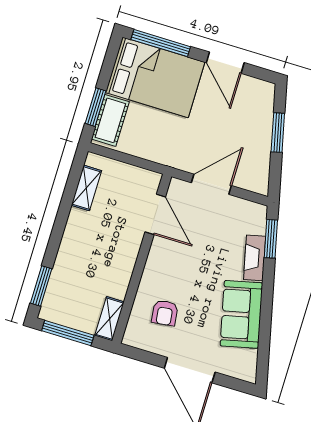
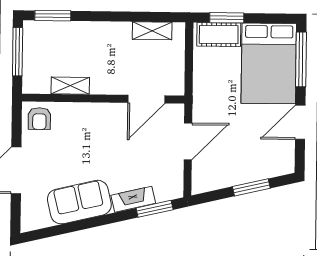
door: (211, 184) -> (188, 141), hinge flipped
armchair: (165, 313) -> (39, 119), moved, turned -83
shelving: (109, 319) -> (70, 86), moved

